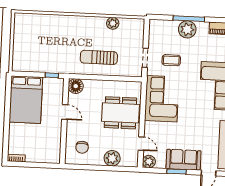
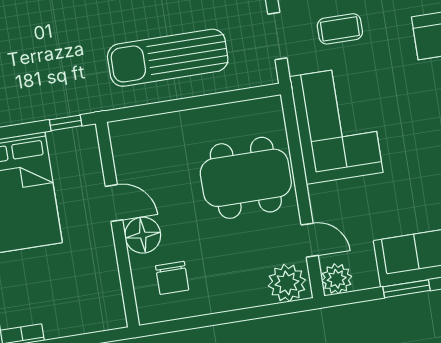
sun lounger: (99, 57) -> (168, 58), width x1.36, depth x1.34
floor lamp: (76, 86) -> (143, 235), moved
plant: (112, 158) -> (287, 283), moved

